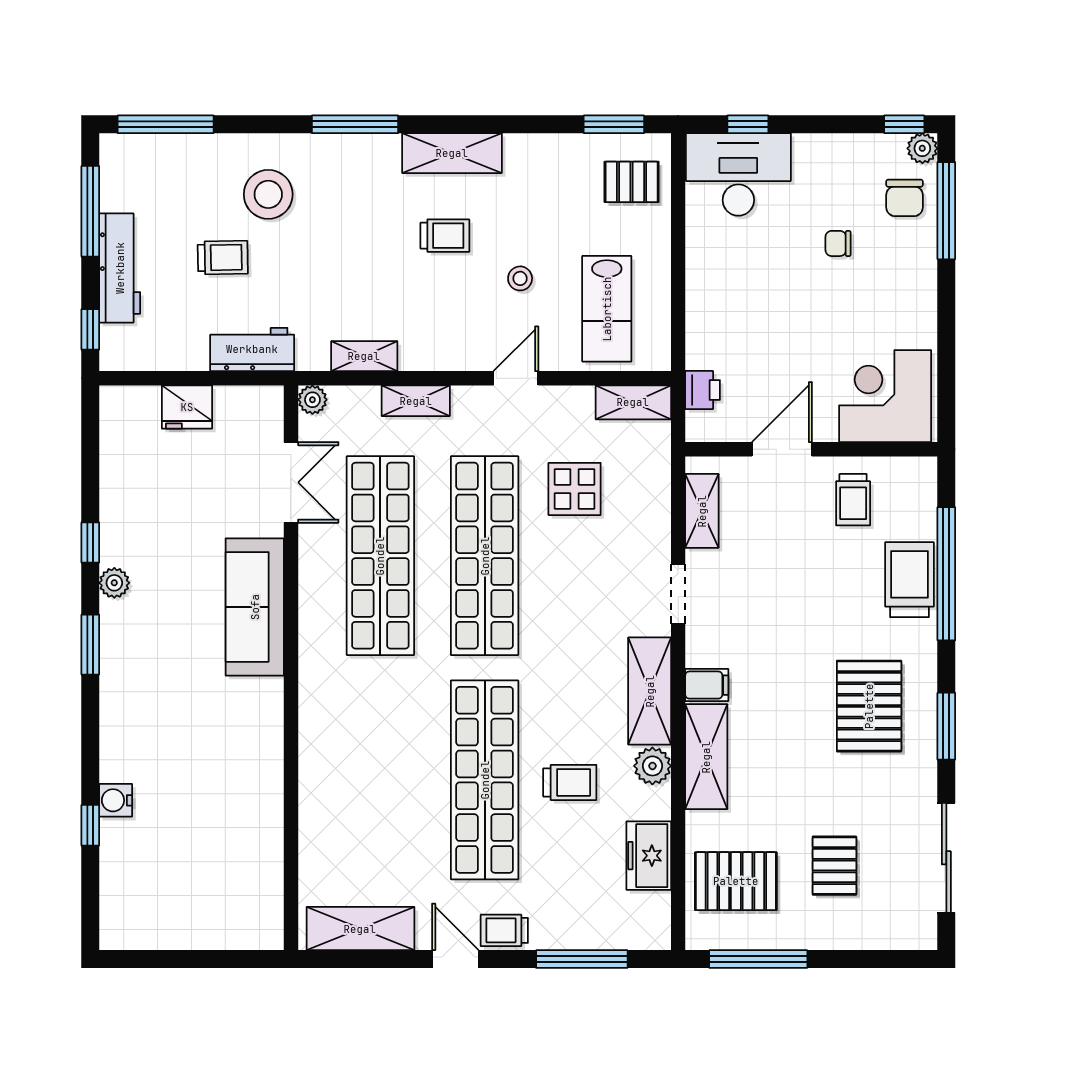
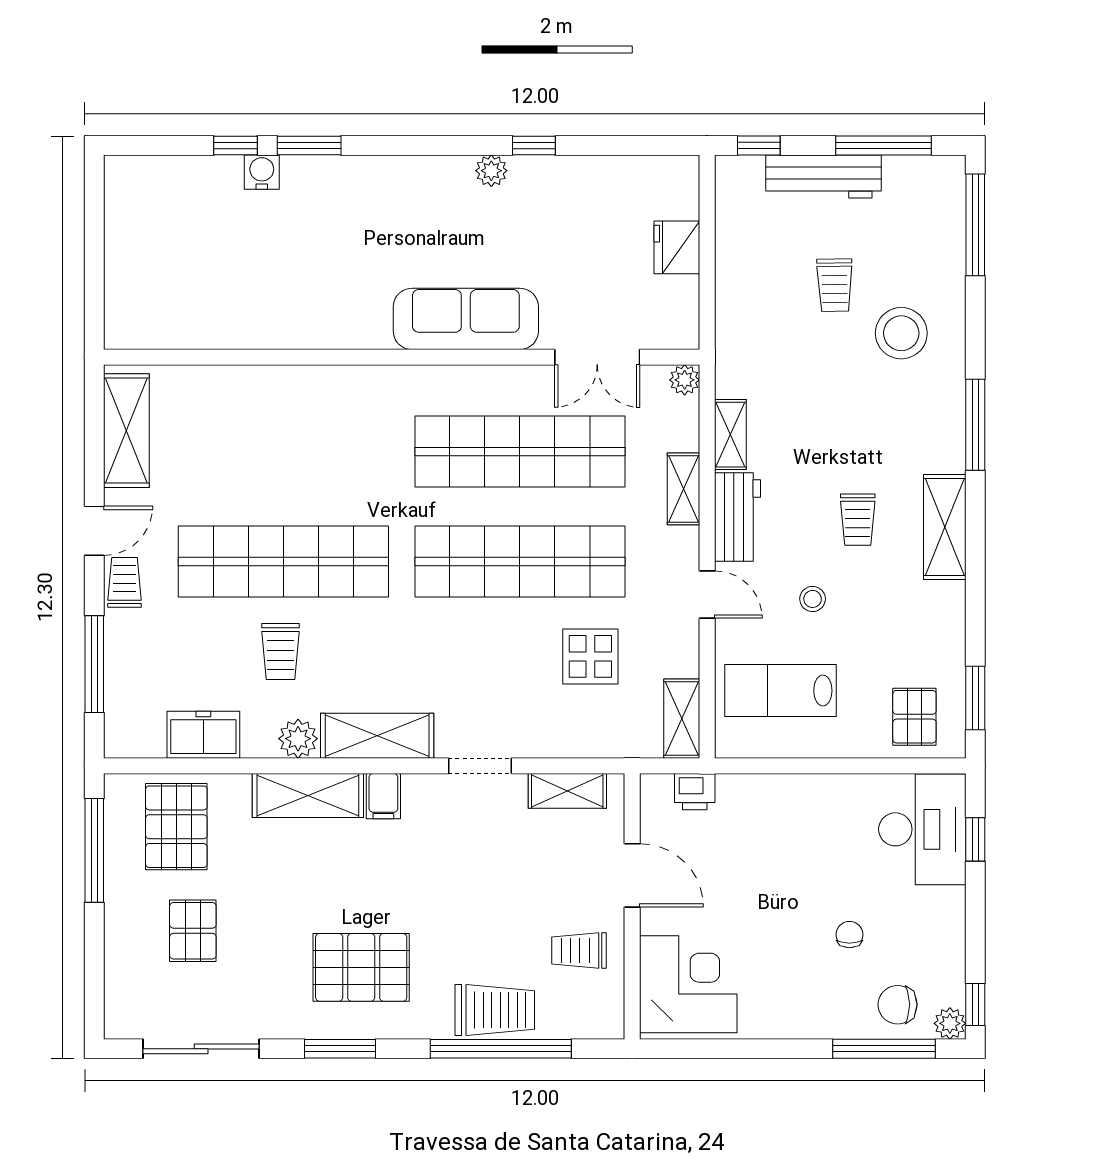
workbench: (252, 349) -> (738, 517), moved
window: (90, 645) -> (309, 145), moved
pallet: (834, 866) -> (193, 931), turned 90

